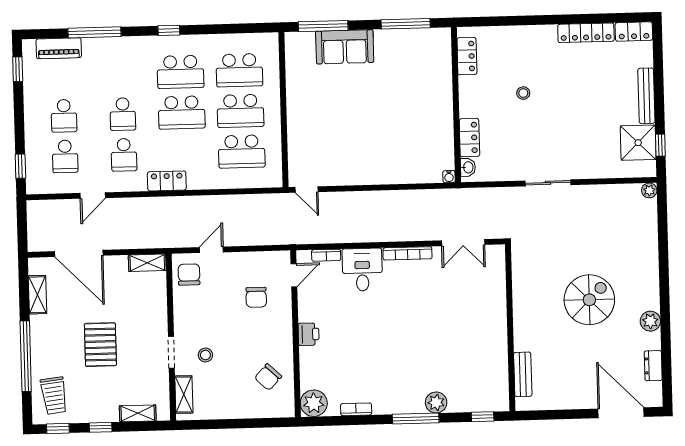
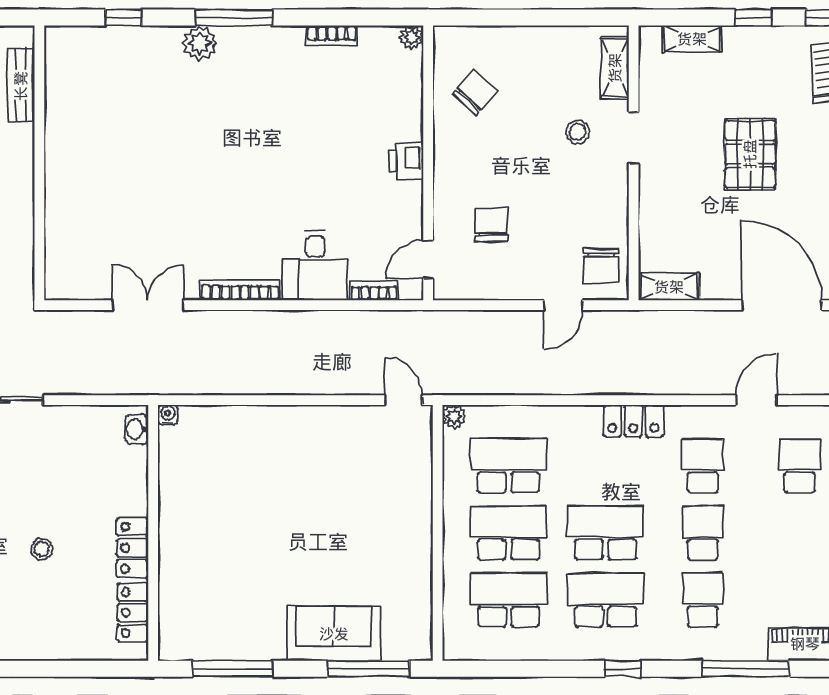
school desk: (64, 116) -> (703, 600), moved
locker: (469, 138) -> (132, 548), moved
plant: (275, 180) -> (454, 417), added
wall: (510, 328) -> (39, 163), moved
bench: (523, 374) -> (21, 86), moved
plant: (314, 403) -> (412, 37), width x0.53, depth x0.53

